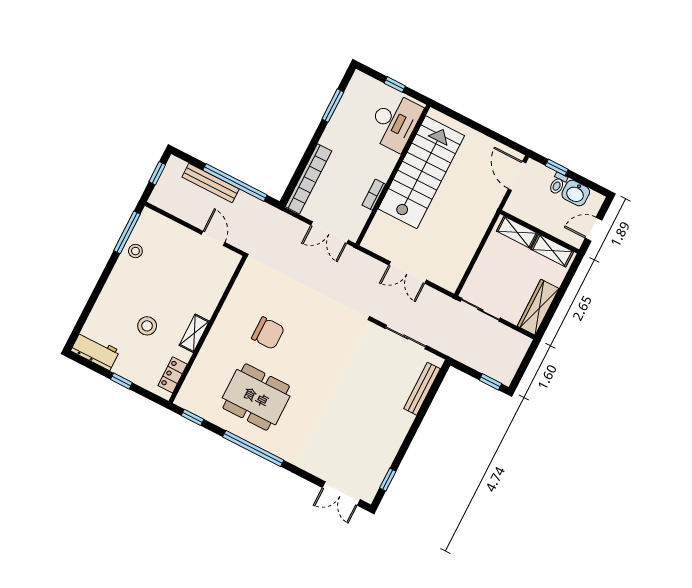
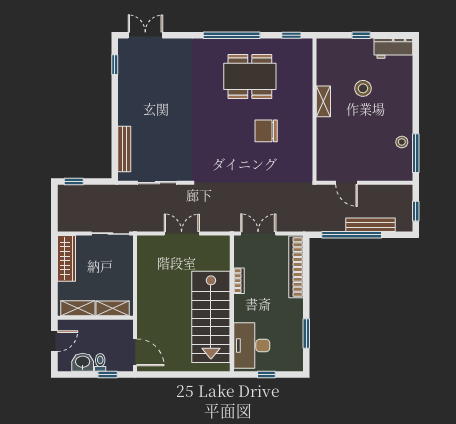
locker: (173, 375) -> (324, 60), removed

